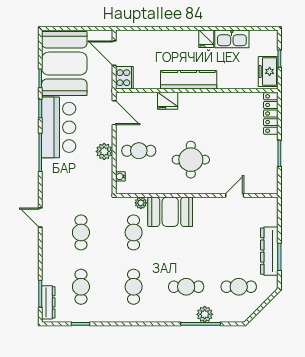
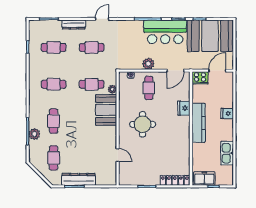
fridge: (206, 39) -> (227, 113), moved
dresser: (48, 302) -> (74, 25), moved

